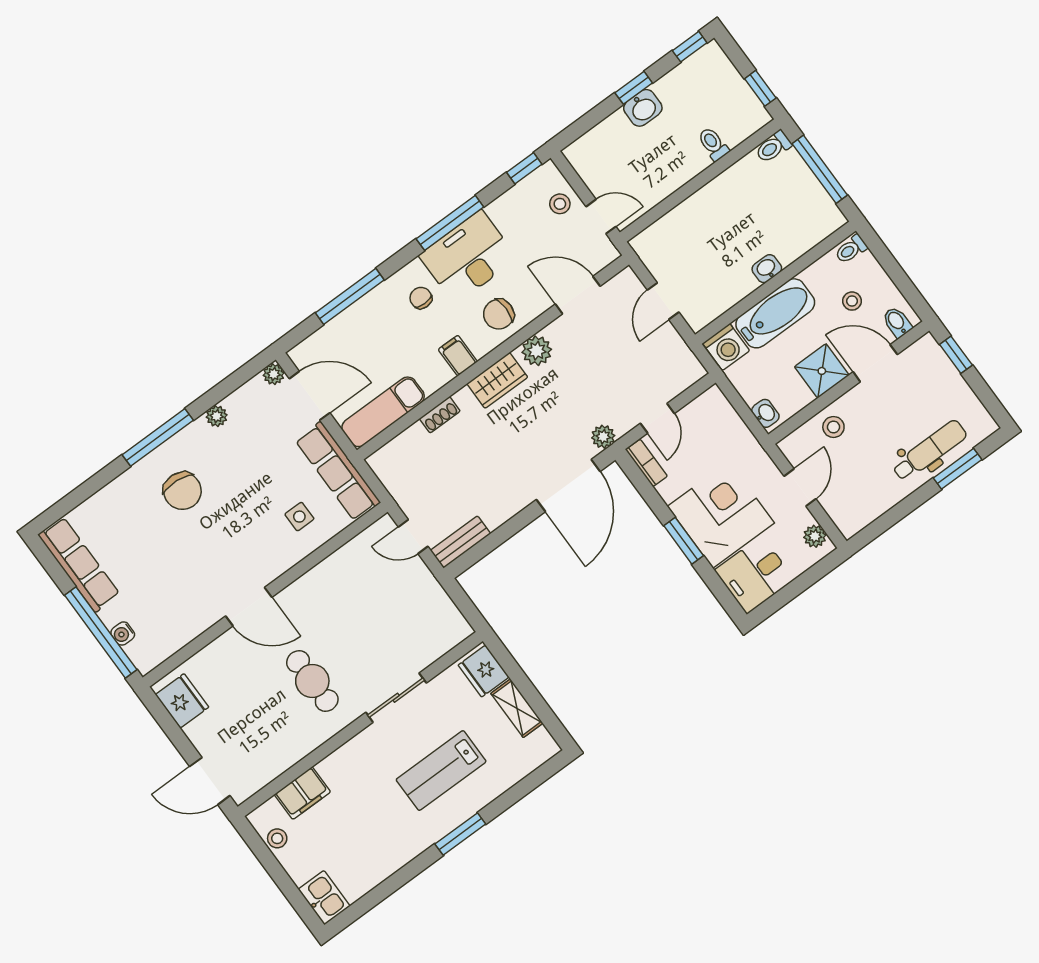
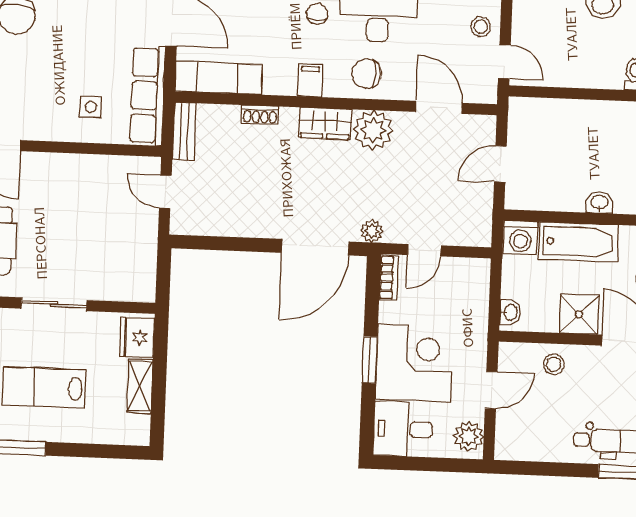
plant: (537, 351) -> (373, 130), width x1.36, depth x1.36
plant: (815, 536) -> (469, 436), width x1.38, depth x1.38
bench: (461, 542) -> (184, 131), moved, turned 90

